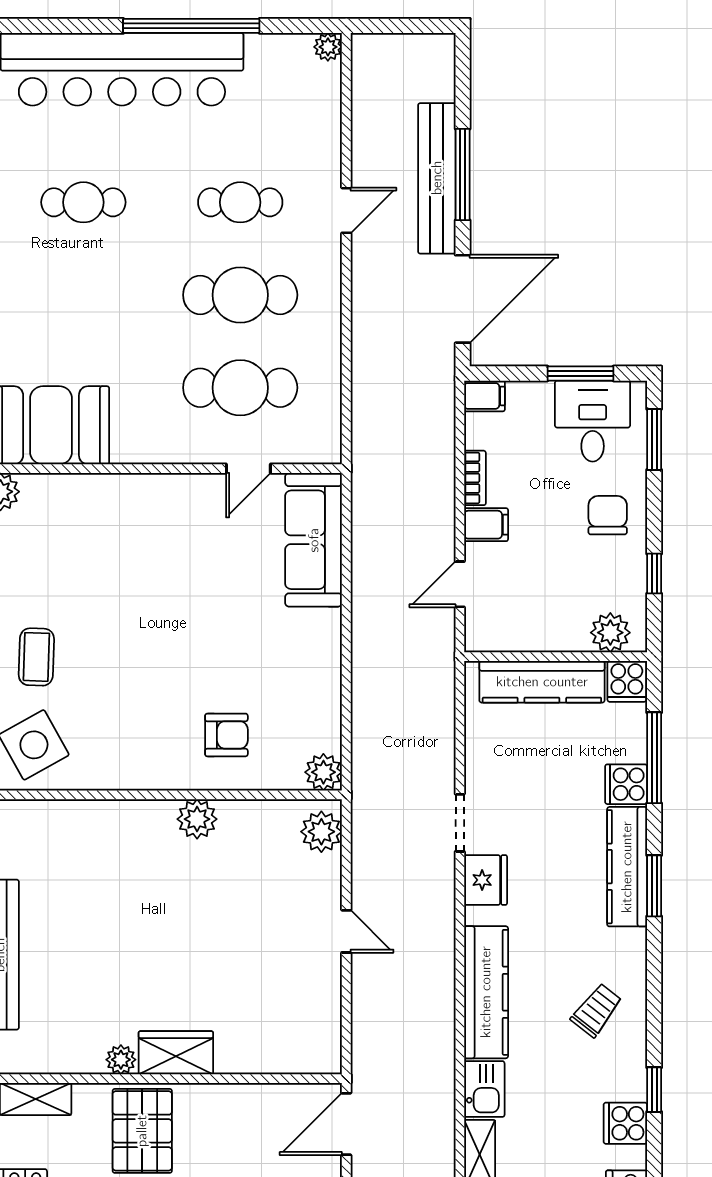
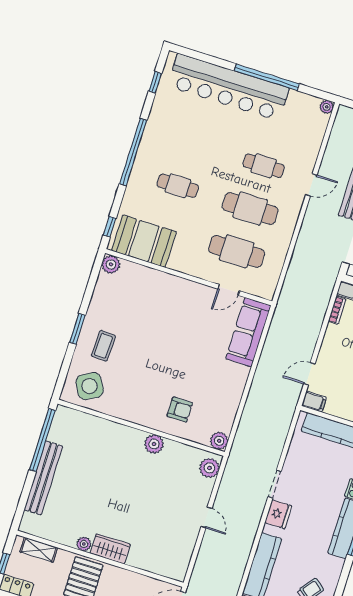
cafe table: (83, 202) -> (178, 186), moved
bookcase: (475, 478) -> (337, 310), moved
filing cabinet: (486, 525) -> (314, 402), moved

